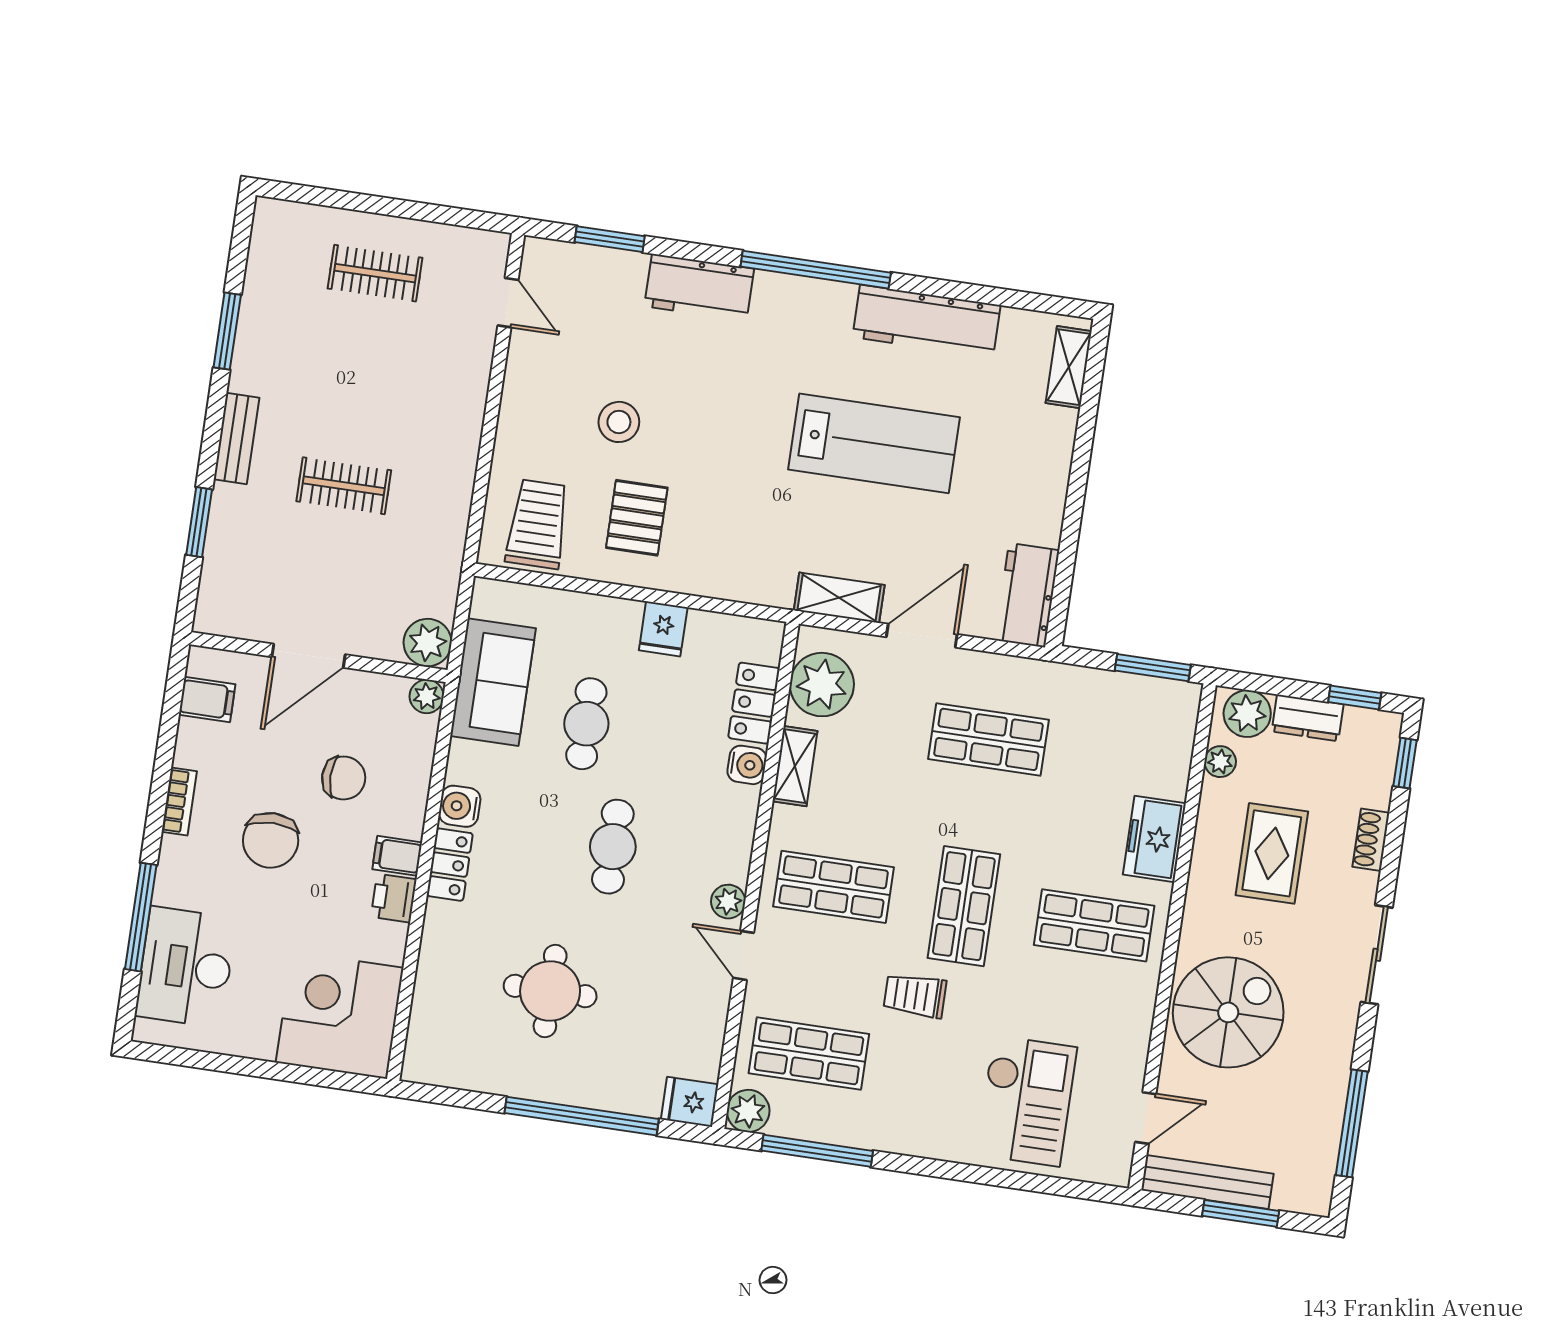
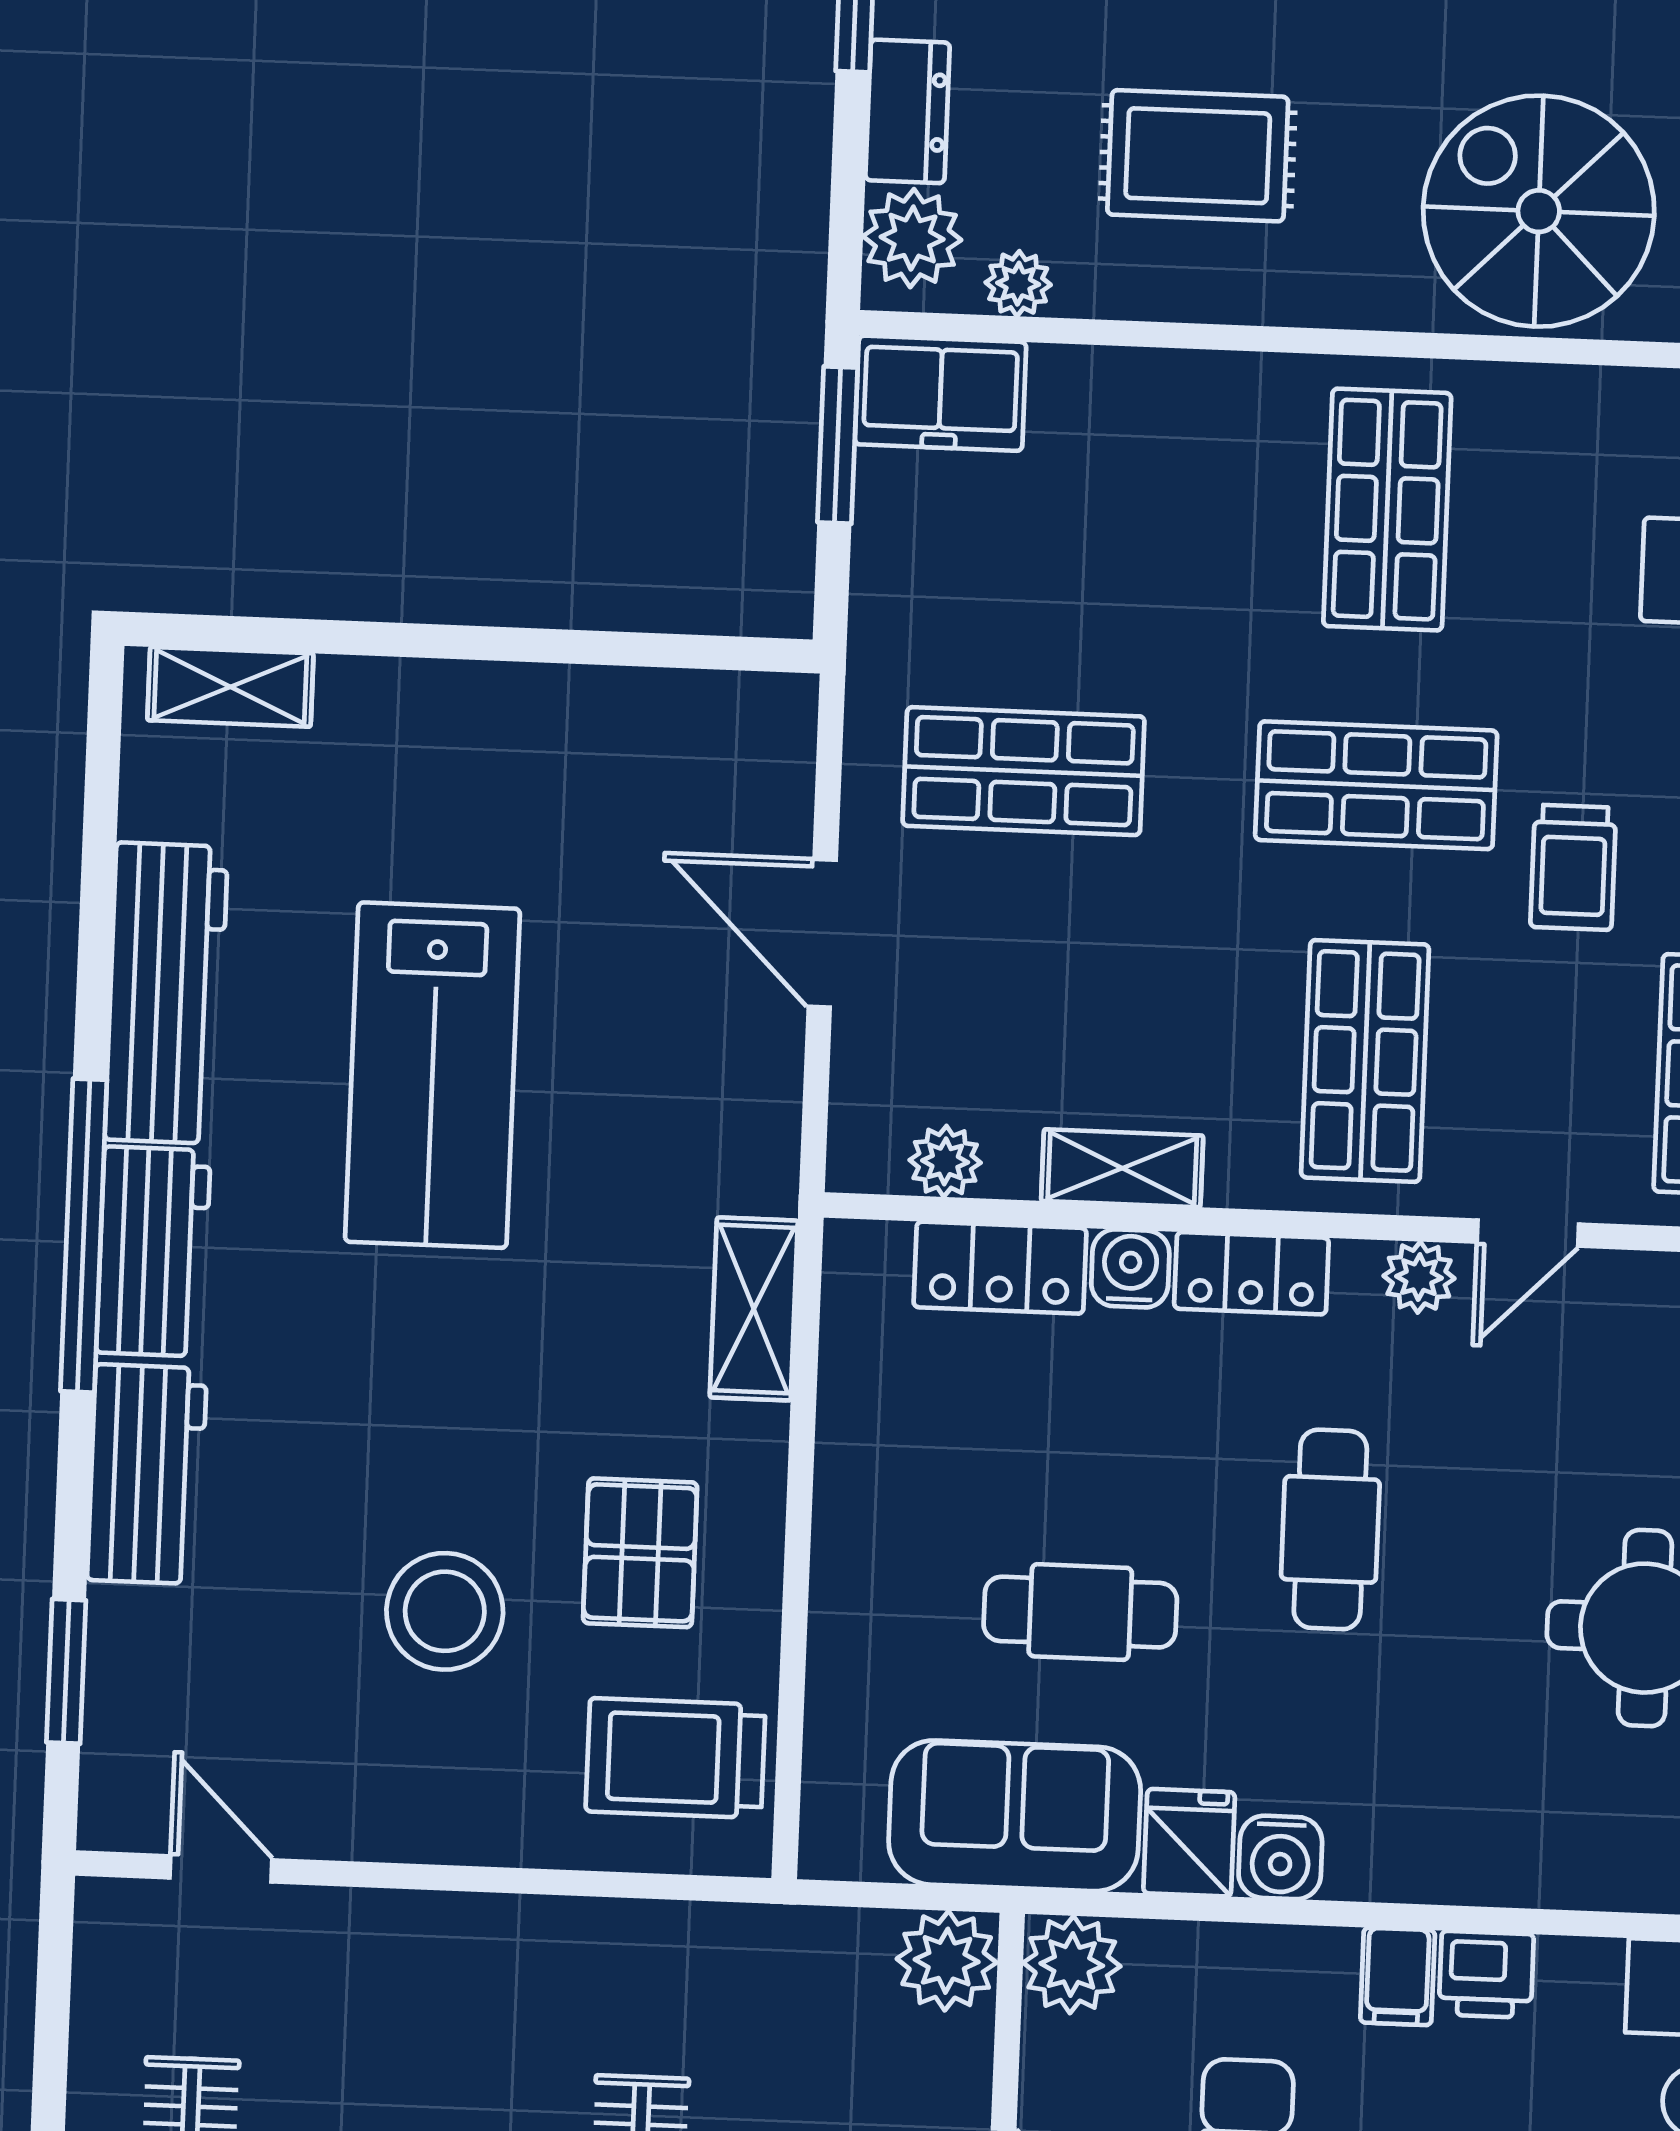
door: (508, 303) -> (221, 1869), hinge flipped
stool: (619, 422) -> (445, 1611), width x1.38, depth x1.38
lab bench: (874, 443) -> (432, 1075), turned 180
pallet: (637, 518) -> (640, 1553), turned 90
workbench: (1027, 595) -> (153, 1252), moved, turned -90
shelving: (839, 598) -> (754, 1309), moved
fridge: (663, 629) -> (1189, 1843), moved, turned -90
plant: (822, 685) -> (945, 1161), width x0.53, depth x0.53
plant: (427, 696) -> (1072, 1965), width x1.38, depth x1.38
shop shelf: (988, 739) -> (1024, 771), turned 90
freezer: (1154, 839) -> (940, 393), moved
cafe table: (613, 847) -> (1330, 1529), turned 90
locker: (450, 865) -> (1251, 1273), moved, turned 180

